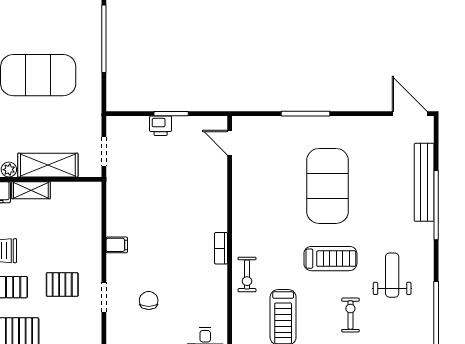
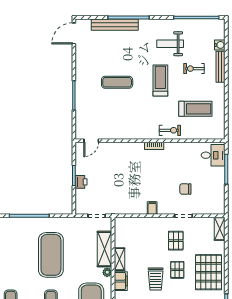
exercise mat: (328, 186) -> (117, 82), width x0.50, depth x0.69

